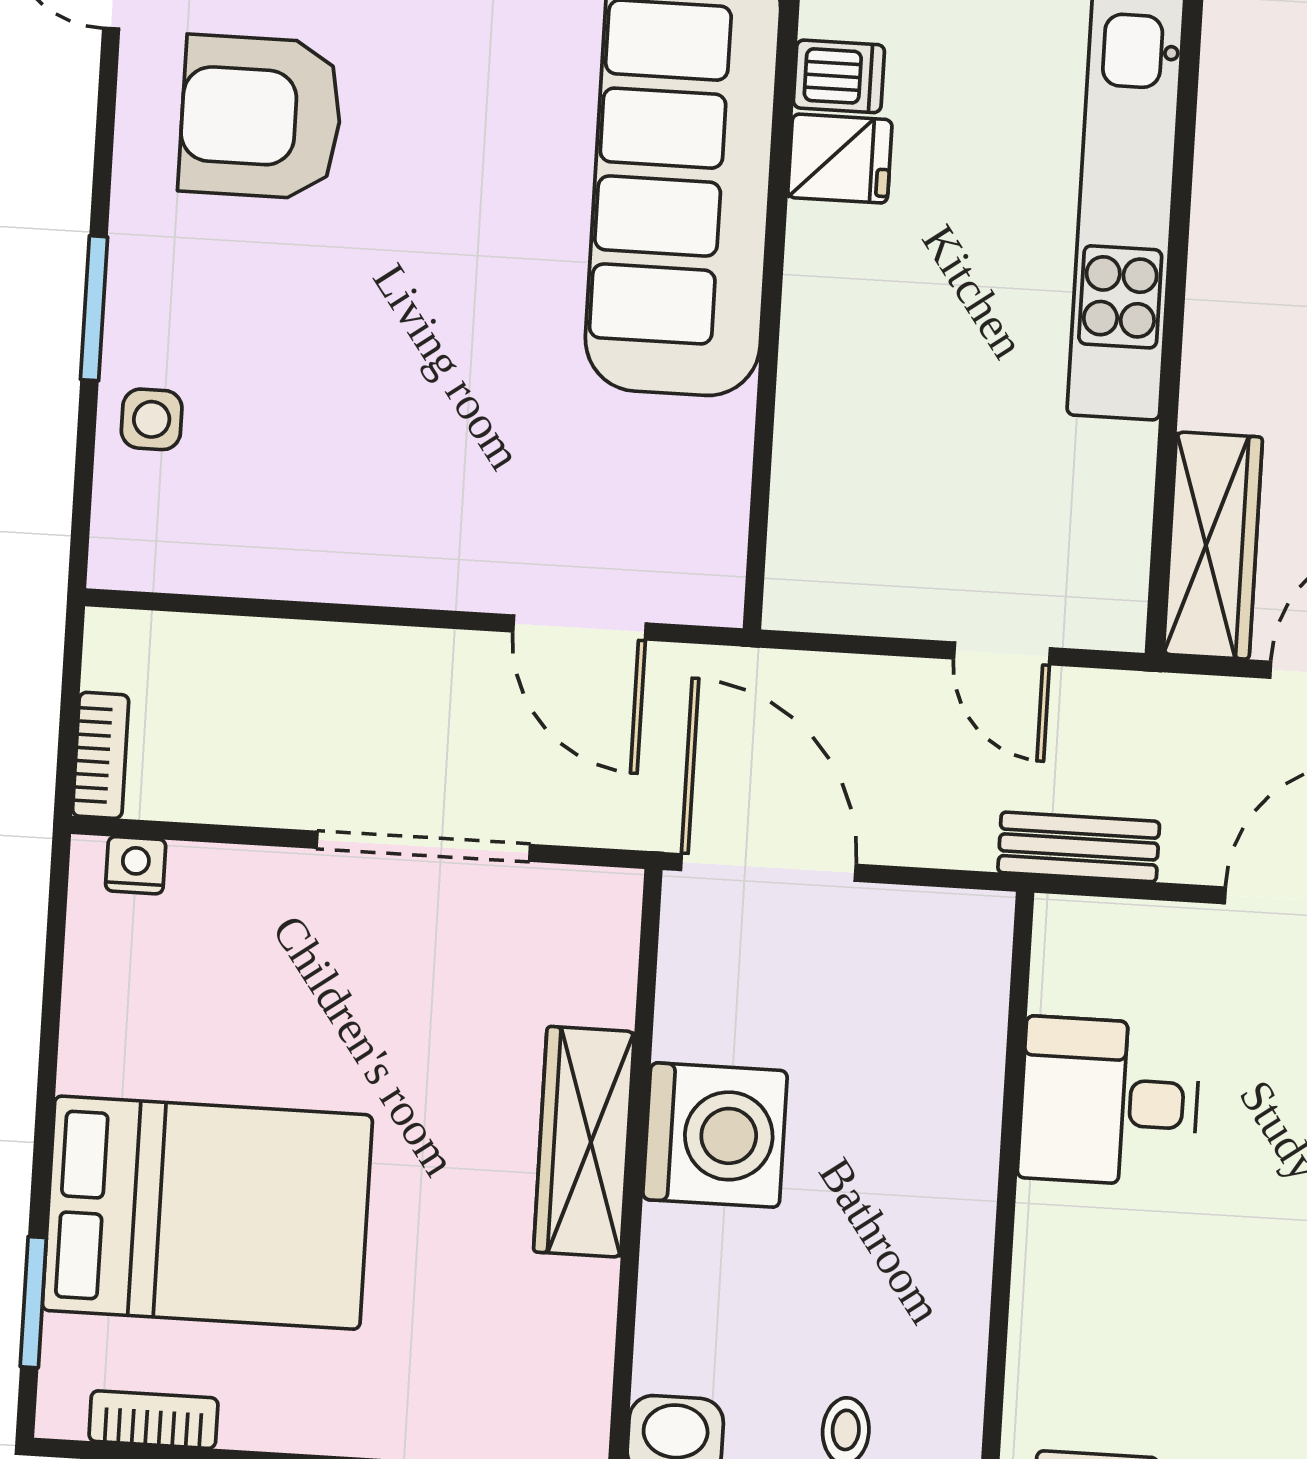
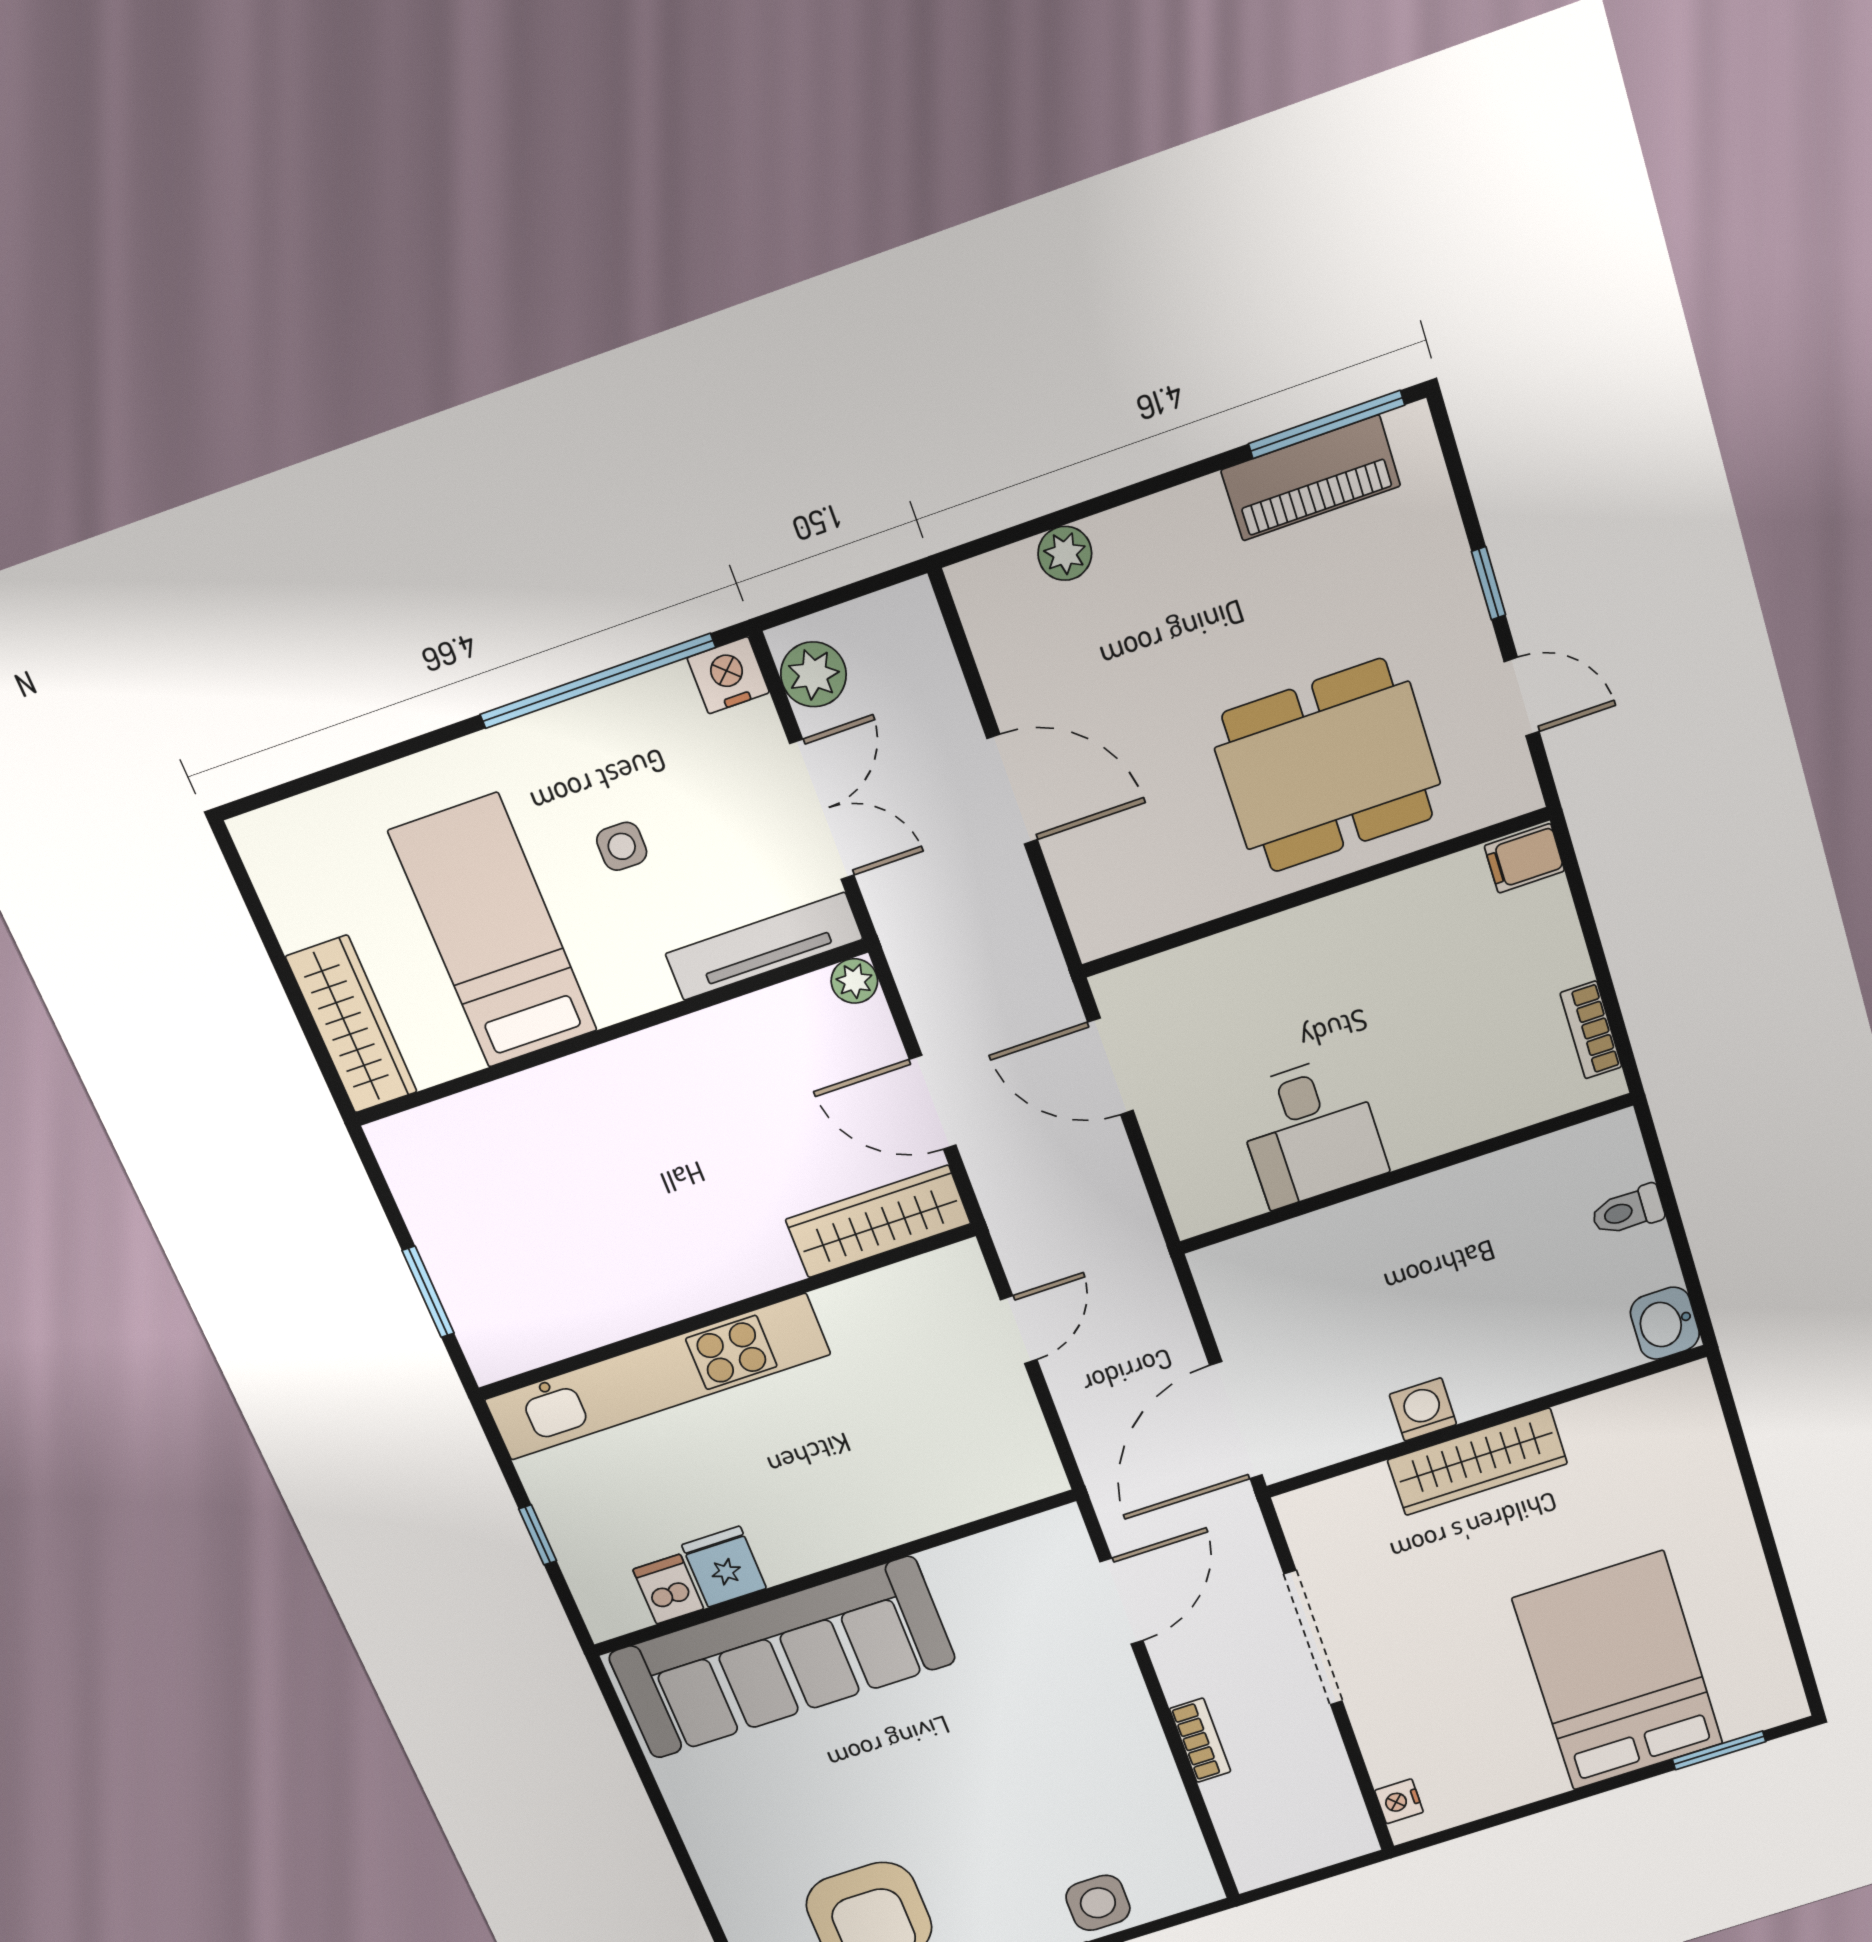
side table: (152, 419) -> (1098, 1903), width x1.37, depth x1.37
bookcase: (101, 755) -> (1200, 1740), moved, turned 90
bench: (1079, 847) -> (1134, 1225), removed
washing machine: (715, 1135) -> (1423, 1409), width x0.53, depth x0.53
bookcase: (153, 1420) -> (1773, 1650), removed

